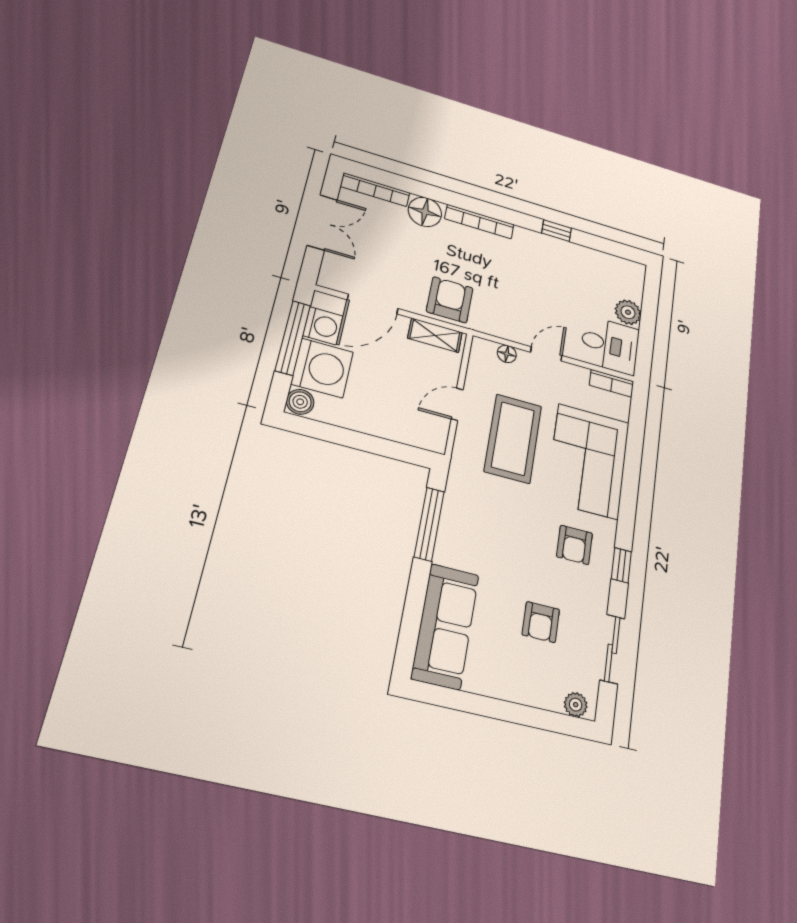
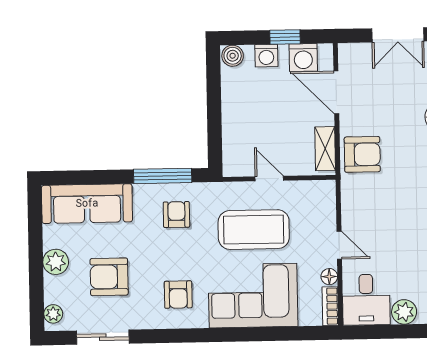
window: (293, 338) -> (285, 37), width x0.46
floor lamp: (507, 354) -> (329, 277), moved
washing machine: (322, 368) -> (266, 56), width x0.53, depth x0.53
armchair: (479, 521) -> (176, 215), added
armchair: (575, 545) -> (178, 295), turned -90
window: (621, 565) -> (172, 336), removed
armchair: (541, 622) -> (109, 277), width x1.38, depth x1.38
plant: (511, 685) -> (56, 262), added

